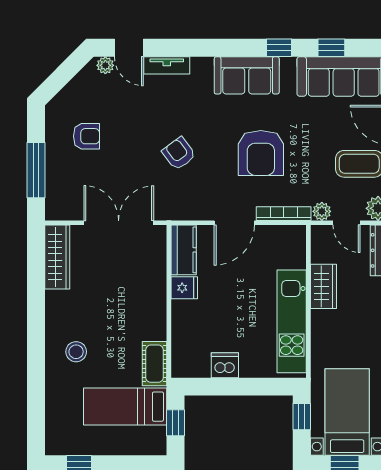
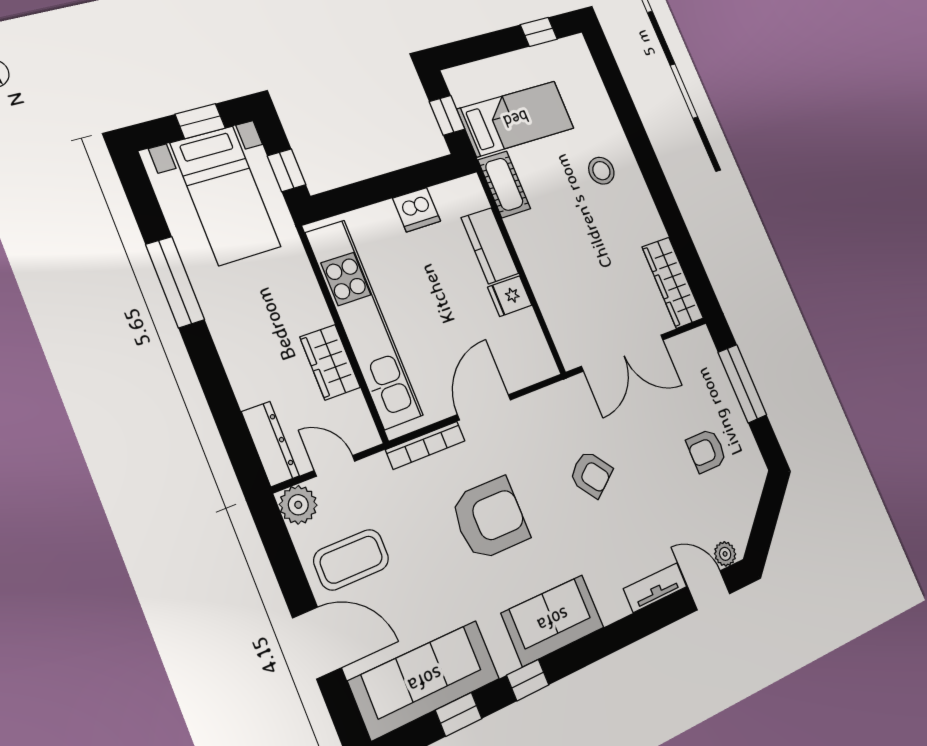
armchair: (261, 153) -> (490, 519), turned 90
plant: (322, 211) -> (375, 469), removed
kitchen counter: (184, 250) -> (490, 246), moved
kitchen unit: (292, 321) -> (364, 324), width x1.36

